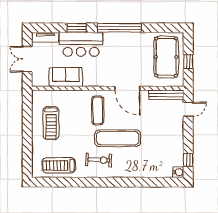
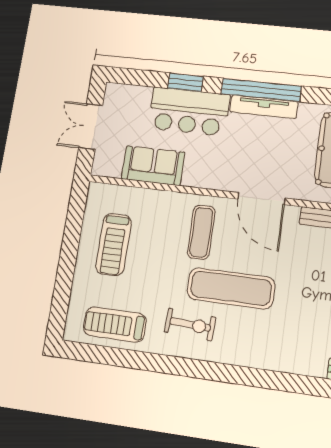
tv unit: (45, 37) -> (264, 107), moved, width x1.41

